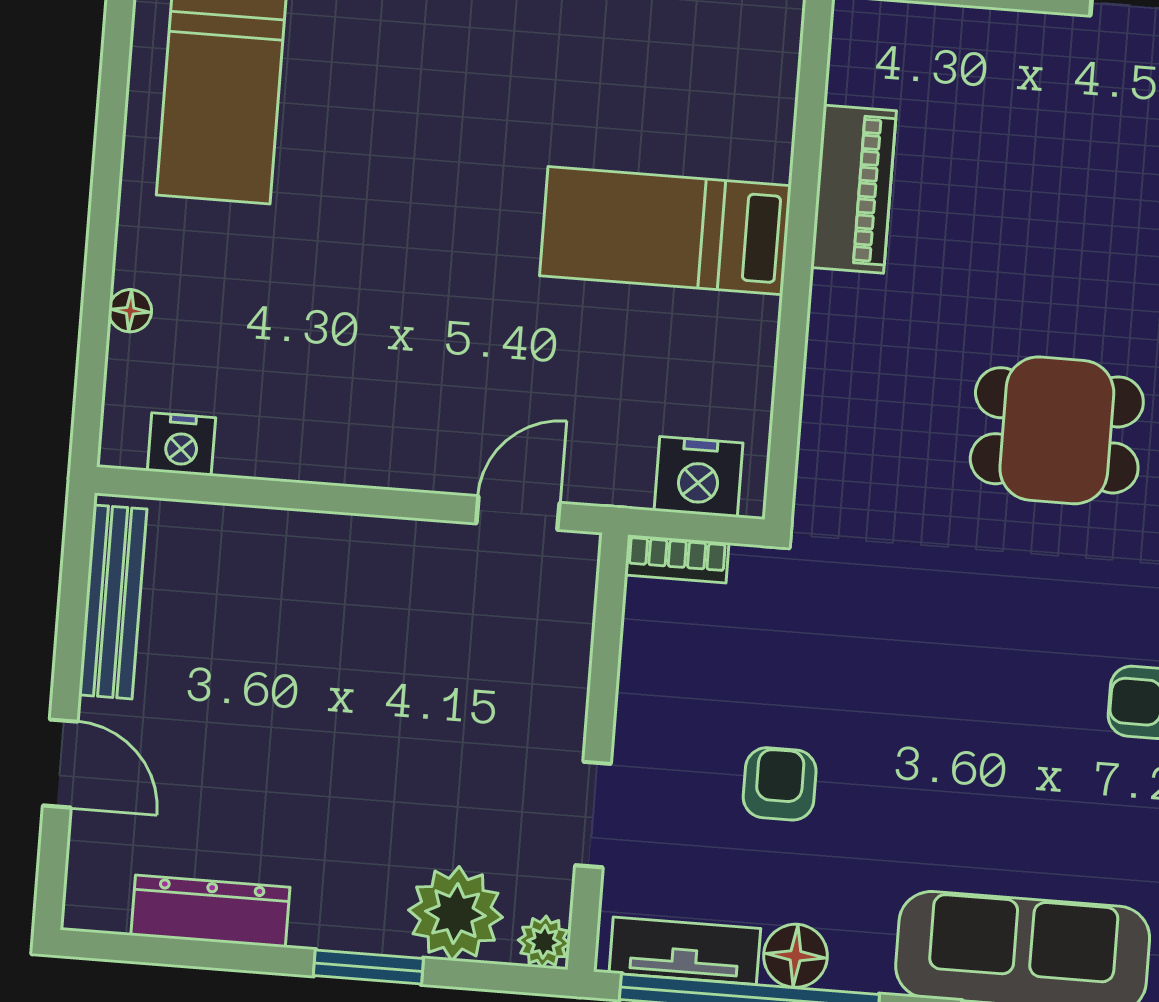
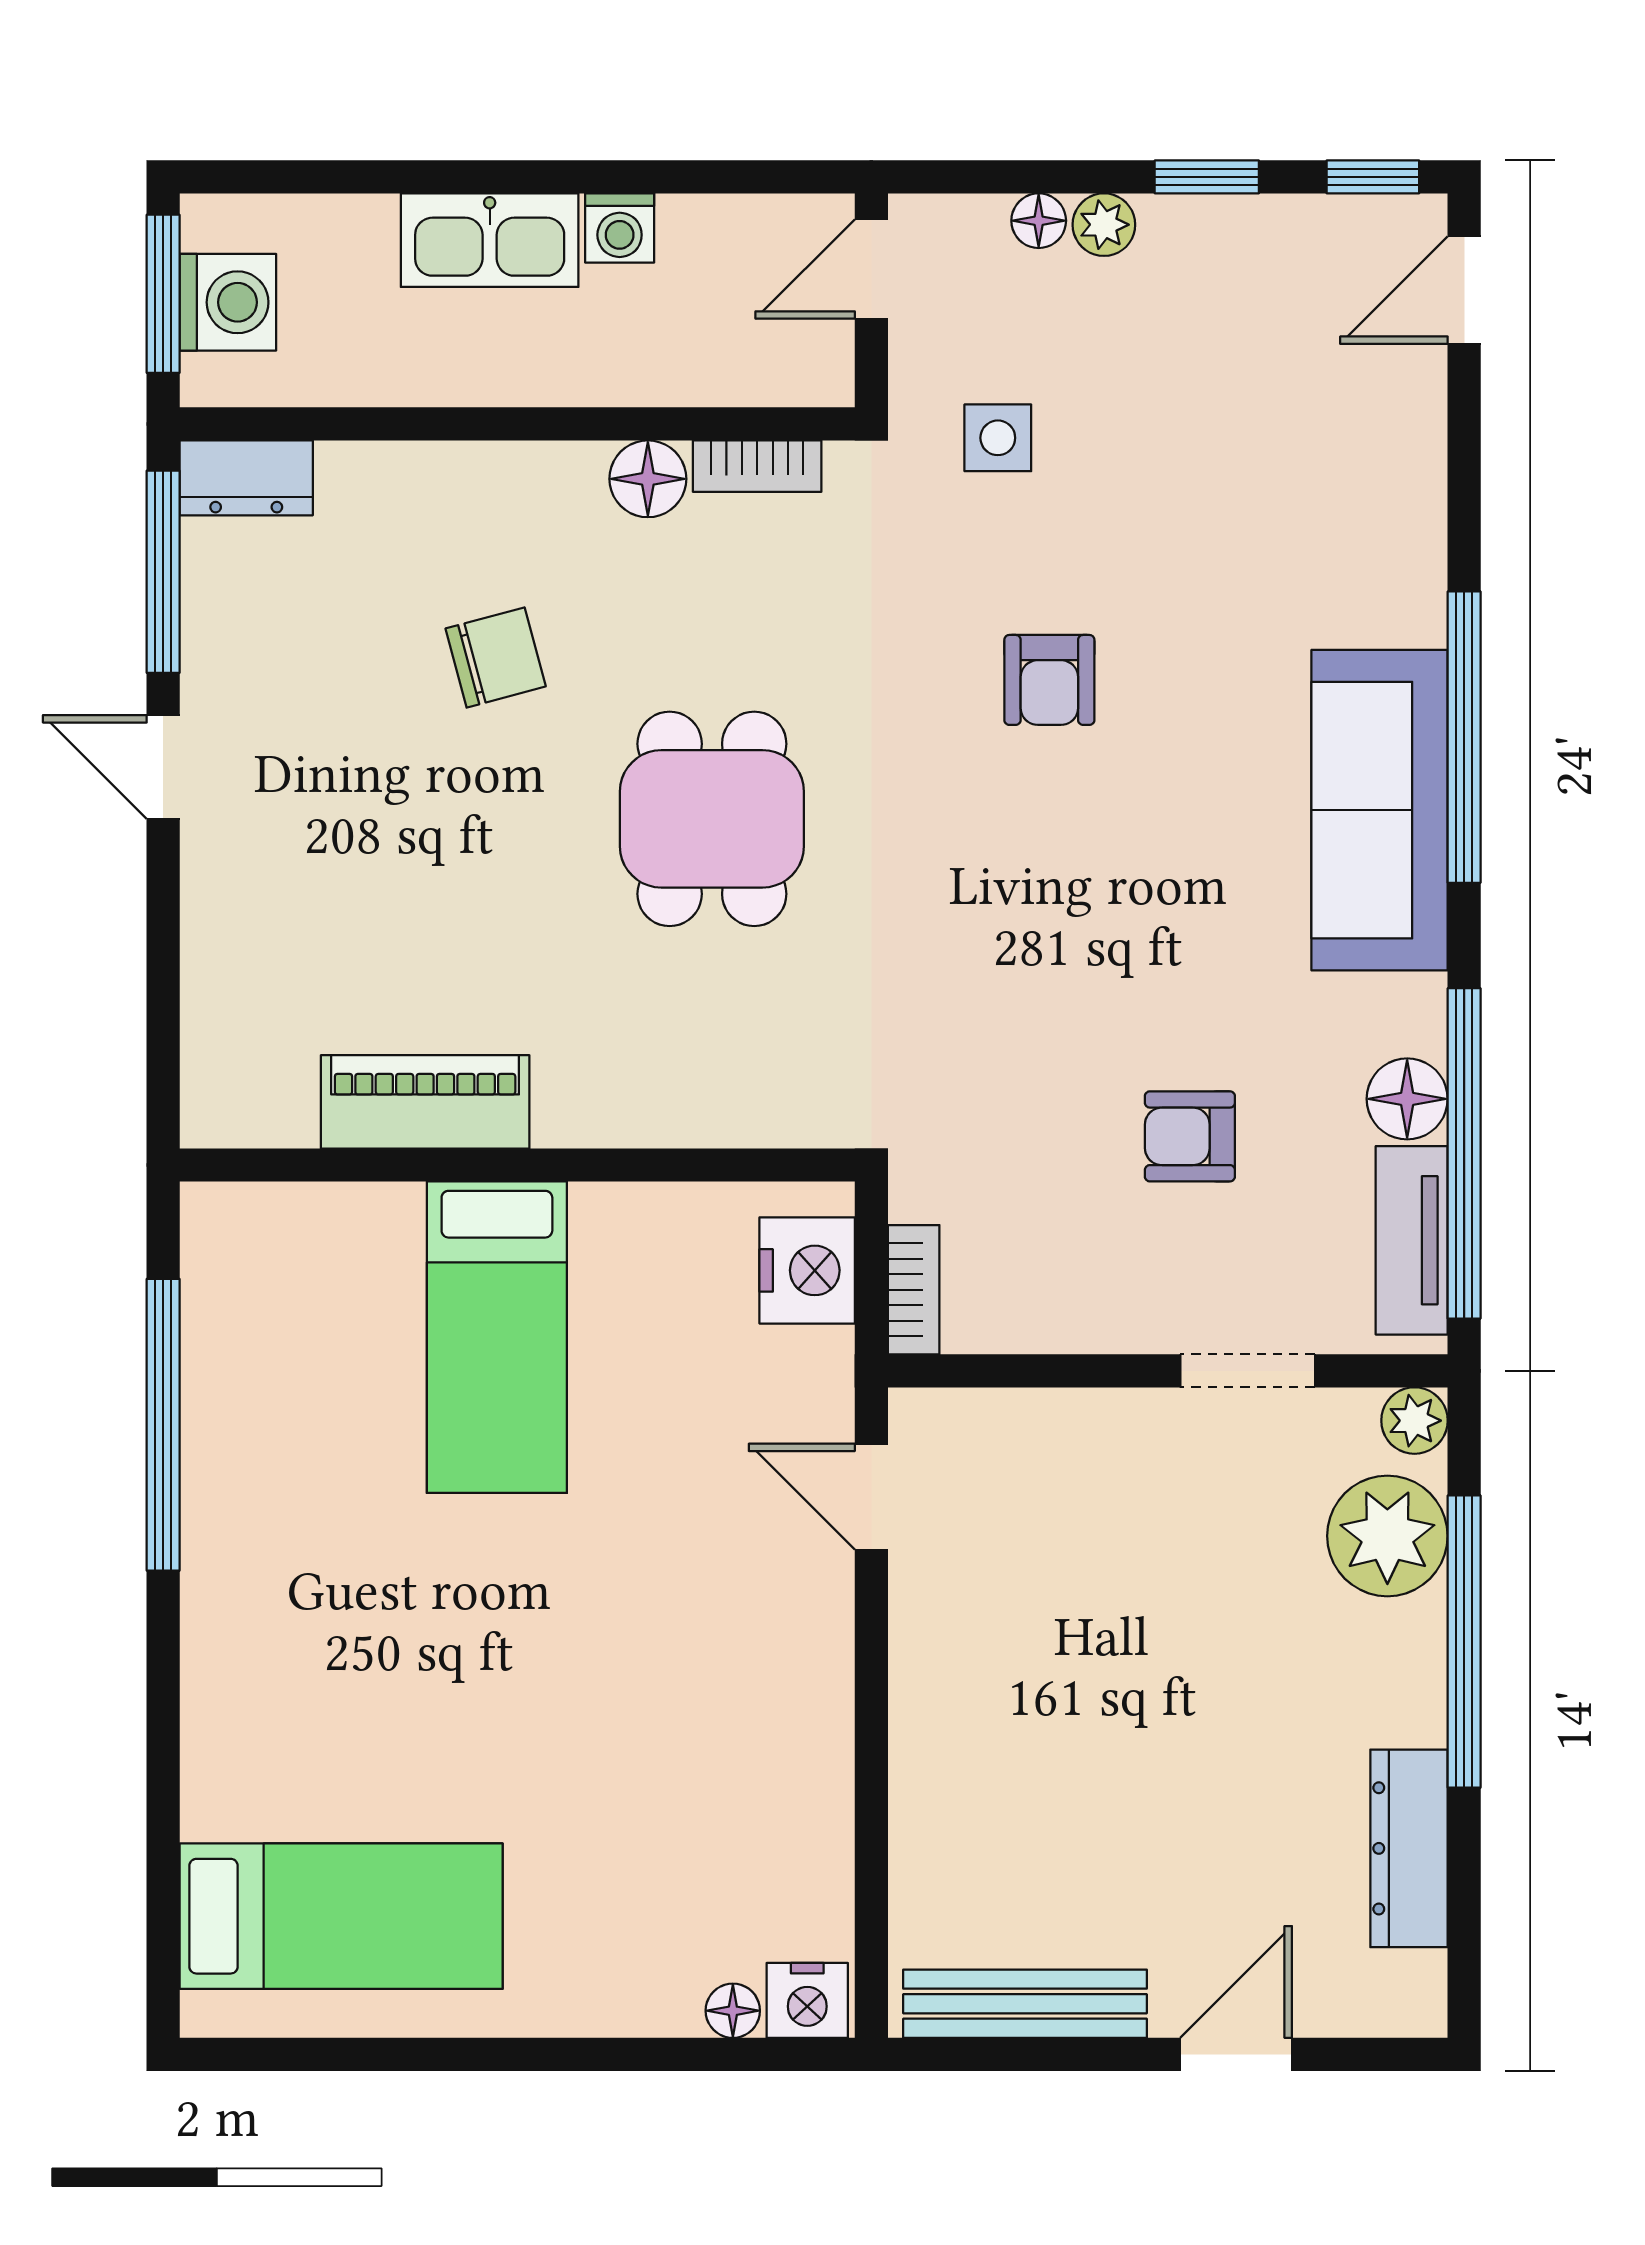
floor lamp: (130, 311) -> (733, 2011), moved
nightstand: (181, 444) -> (807, 2000), moved, turned 90
window: (368, 967) -> (1464, 1642), width x2.11

